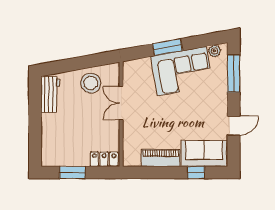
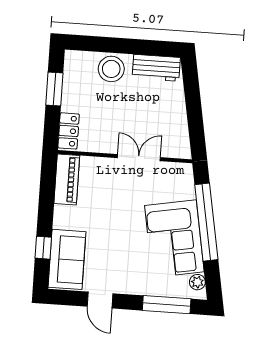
window: (167, 47) -> (206, 222), width x2.11
stool: (91, 83) -> (111, 69), moved
piano: (161, 158) -> (67, 179), moved

